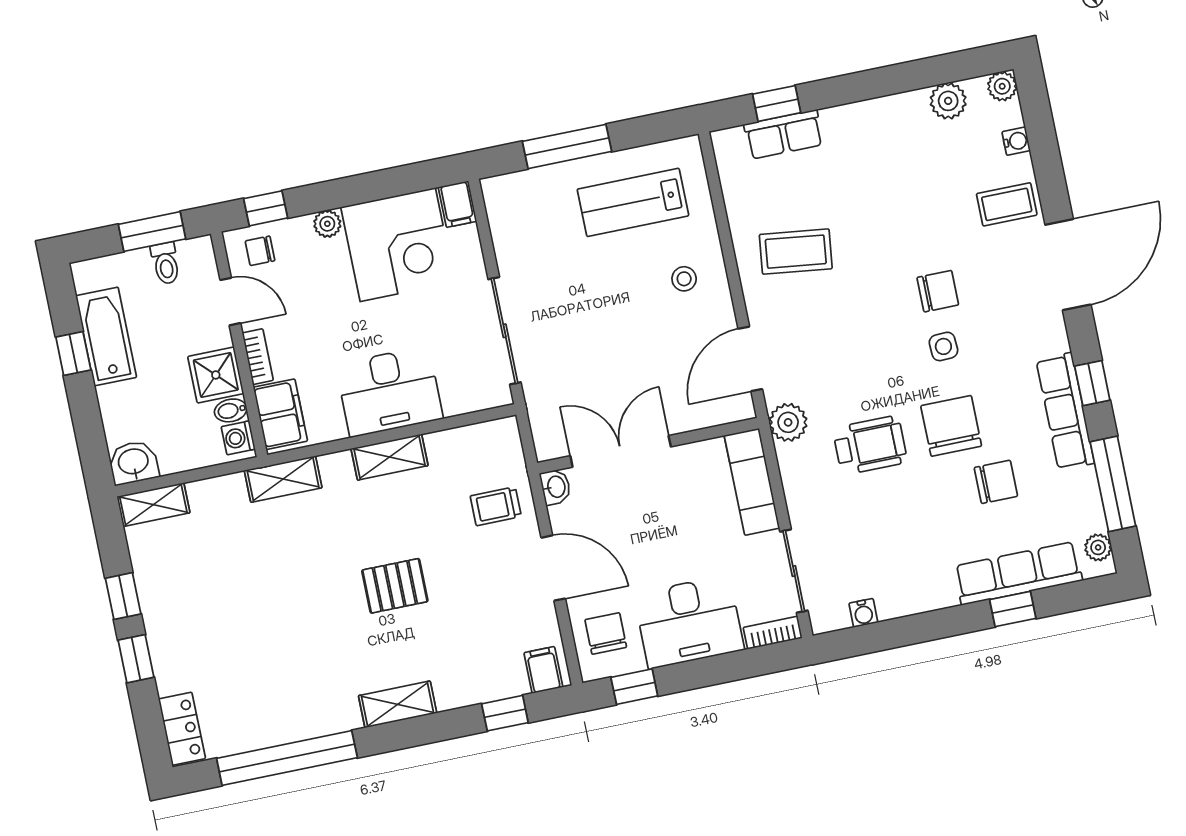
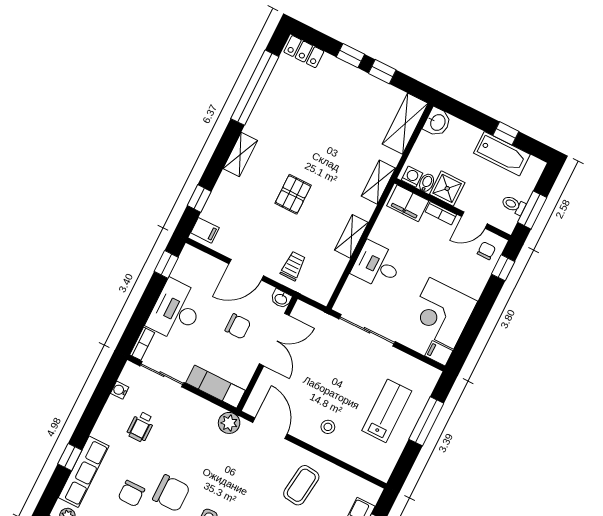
lab bench: (633, 202) -> (387, 411), moved
plant: (327, 224) -> (475, 290), removed
desk: (389, 392) -> (377, 265), width x0.73
wheelchair: (870, 445) -> (141, 427), moved, width x0.73, depth x0.73
shelving: (153, 505) -> (405, 124), width x1.50, depth x1.33
chair: (606, 633) -> (238, 326), moved

